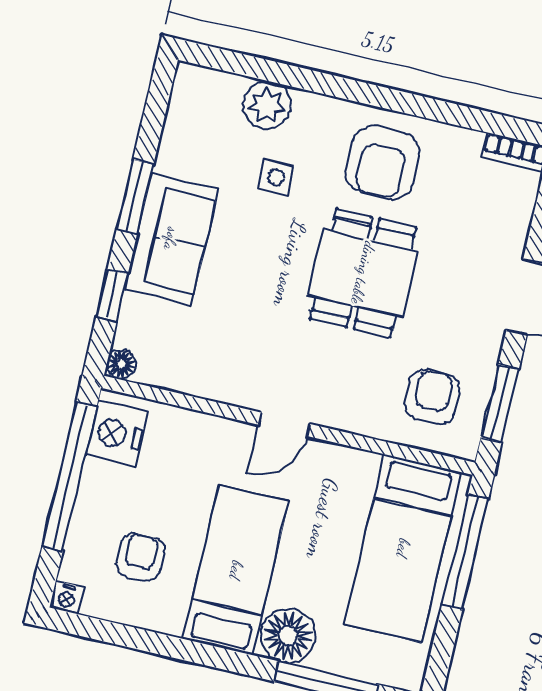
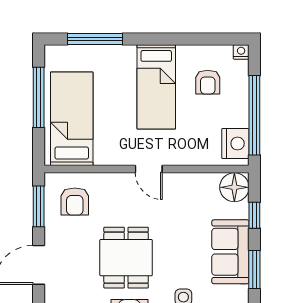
floor lamp: (121, 364) -> (234, 187), width x1.89, depth x1.89
door: (284, 424) -> (149, 169), swing flipped
window: (465, 552) -> (39, 97), moved
floor lamp: (288, 636) -> (121, 59), removed

